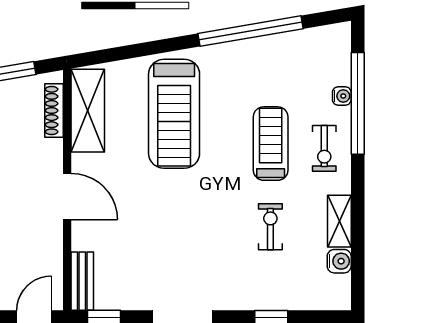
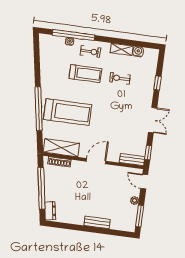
window: (251, 31) -> (39, 109), moved
treadmill: (271, 144) -> (85, 74), turned 180

